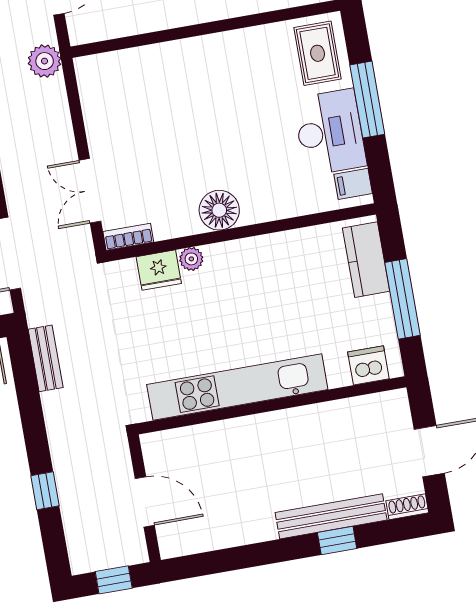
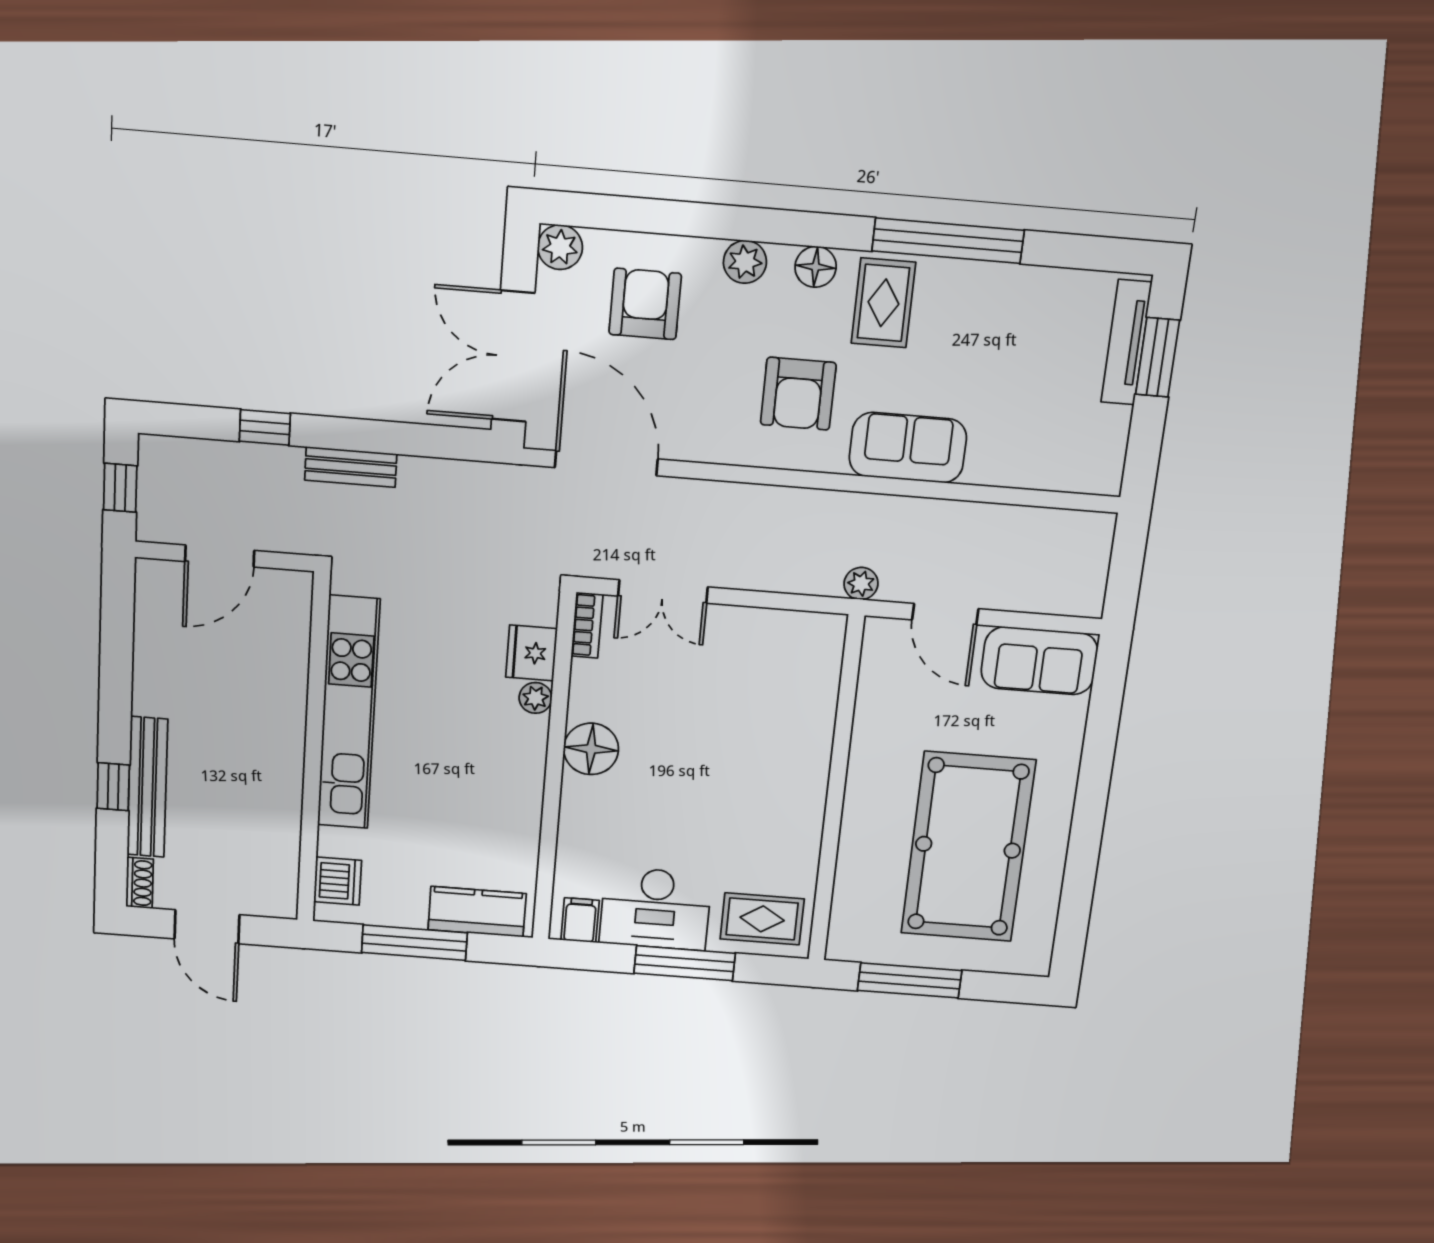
plant: (45, 61) -> (861, 584), width x0.73, depth x0.73
double door: (90, 191) -> (663, 592), swing flipped
bench: (46, 358) -> (351, 467), moved

